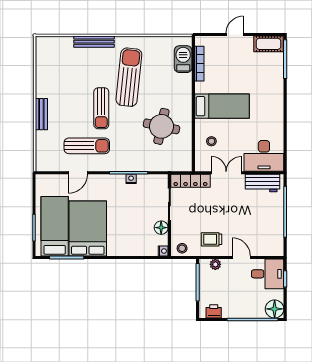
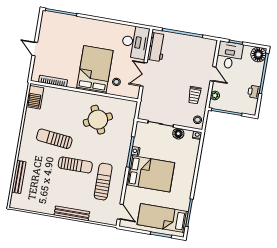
bench: (94, 42) -> (19, 177), moved
cot: (268, 44) -> (47, 23), removed
barbecue: (183, 59) -> (35, 97), moved, turned -90
sun lounger: (129, 77) -> (54, 139), width x0.73, depth x0.75
bed: (222, 106) -> (95, 70), width x1.50
bench: (41, 114) -> (72, 213), width x1.36
round table: (161, 126) -> (98, 120), turned -37
door: (78, 173) -> (120, 212), moved
locker: (190, 181) -> (145, 104), removed
bed: (88, 229) -> (150, 174), moved, turned 180
door: (241, 257) -> (213, 74), swing flipped
printer: (214, 311) -> (254, 92), moved

